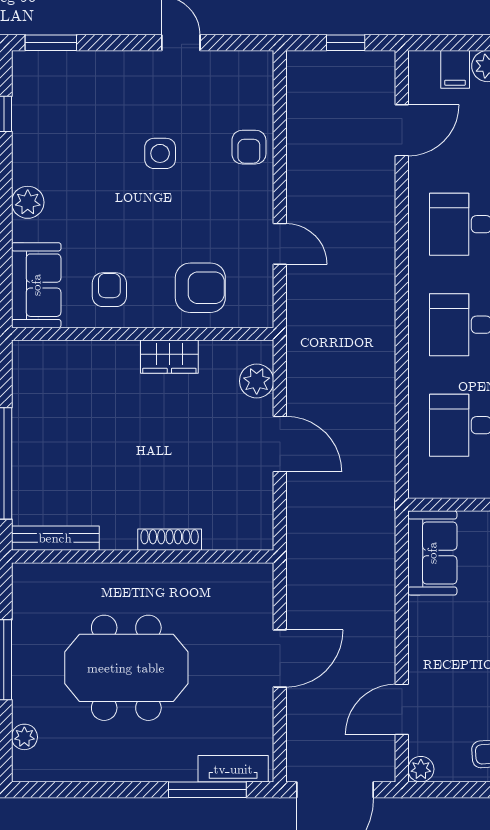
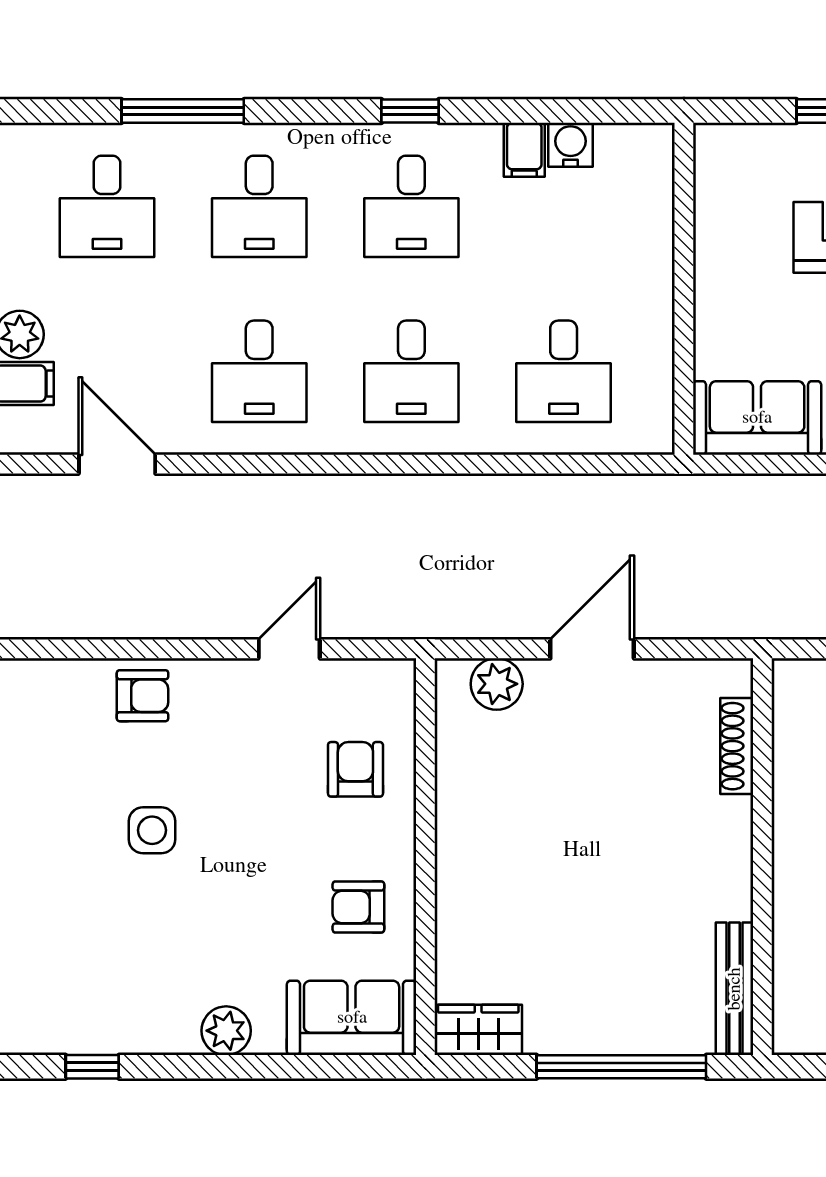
armchair: (200, 288) -> (355, 769), width x0.72, depth x0.72
wardrobe: (169, 357) -> (478, 1030), moved, turned -90
shoe rack: (170, 540) -> (737, 746), moved

